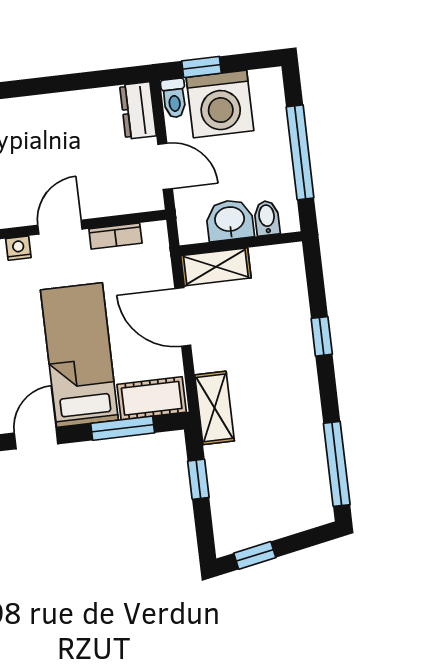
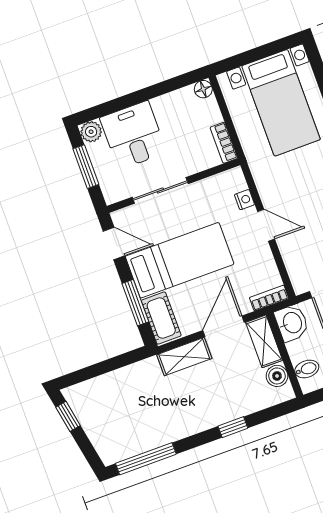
washbasin: (230, 220) -> (292, 323), moved
bookcase: (115, 236) -> (269, 298), moved, turned 90
boiler: (267, 260) -> (277, 376), added
shelving: (214, 408) -> (184, 357), moved
window: (198, 479) -> (112, 364), removed

